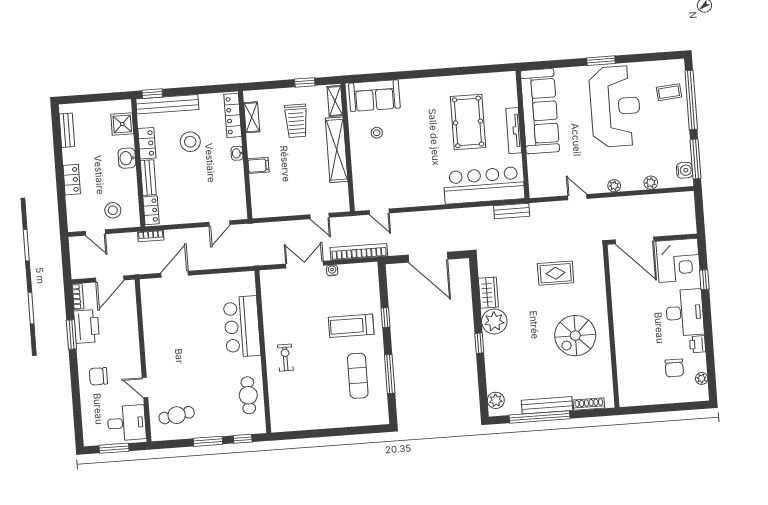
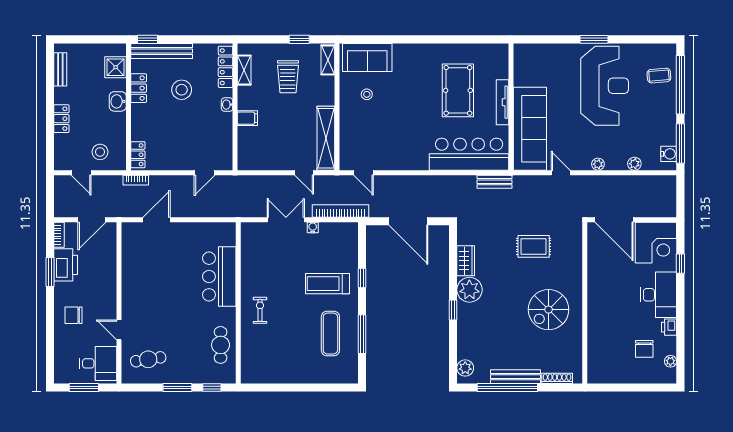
sofa: (540, 111) -> (530, 129), moved
shelving: (337, 150) -> (326, 138), moved
bench: (148, 178) -> (137, 122), removed

